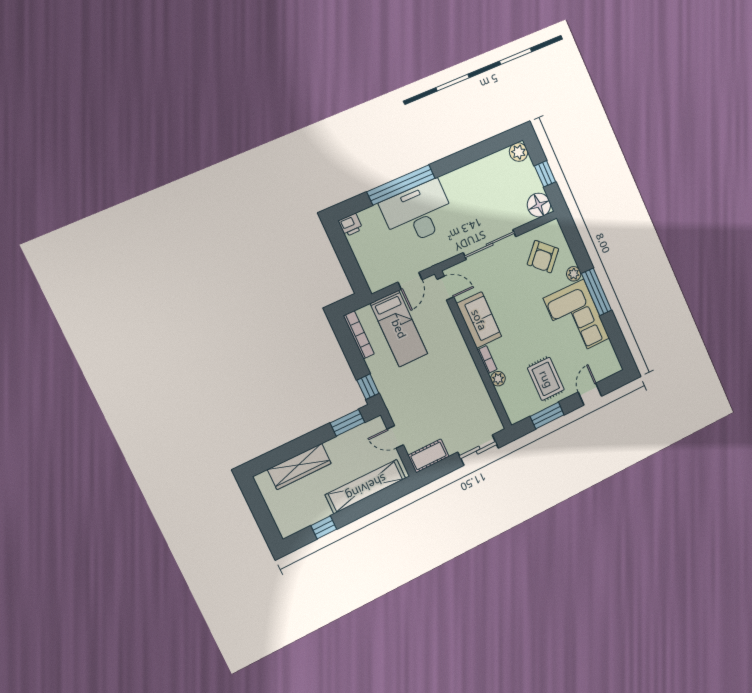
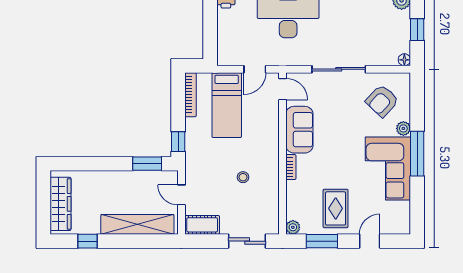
floor lamp: (539, 205) -> (404, 60), width x0.53, depth x0.53
plant: (498, 379) -> (293, 227), moved
stool: (447, 391) -> (243, 177), added
wardrobe: (299, 466) -> (60, 204), moved, turned -90

